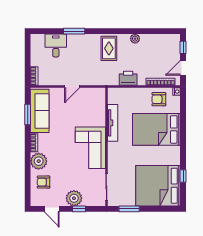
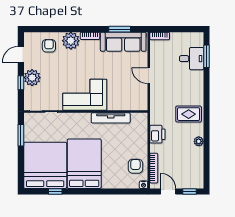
window: (74, 31) -> (207, 56), moved
bed: (156, 129) -> (84, 164), moved

